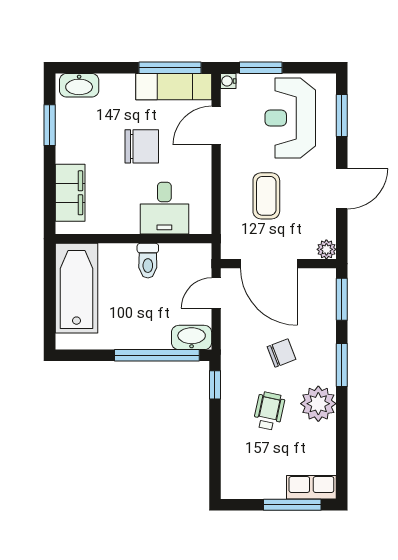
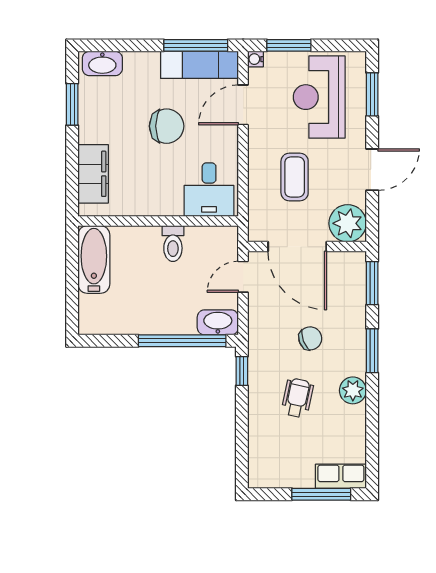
desk: (164, 208) -> (209, 190), moved
plant: (326, 249) -> (348, 223), width x1.87, depth x1.87
bathtub: (76, 288) -> (94, 259), width x0.73, depth x0.73
plant: (318, 404) -> (353, 390), width x0.73, depth x0.73

